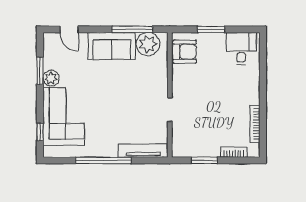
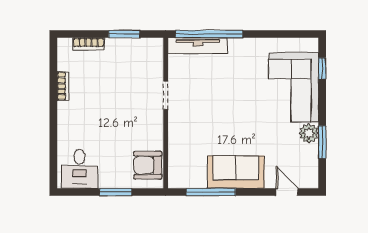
plant: (148, 44) -> (192, 174), removed
bookcase: (255, 124) -> (63, 86), width x0.64
window: (103, 160) -> (209, 34), moved

